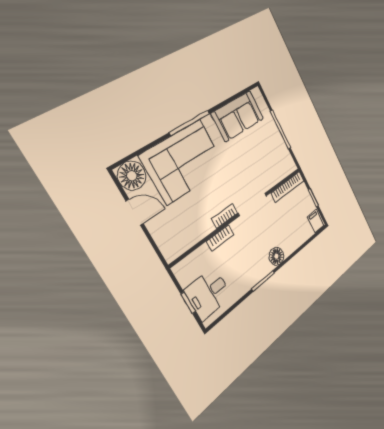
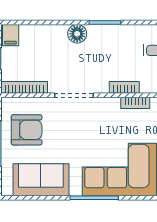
armchair: (269, 153) -> (27, 130), added
bookcase: (225, 216) -> (135, 103), moved

